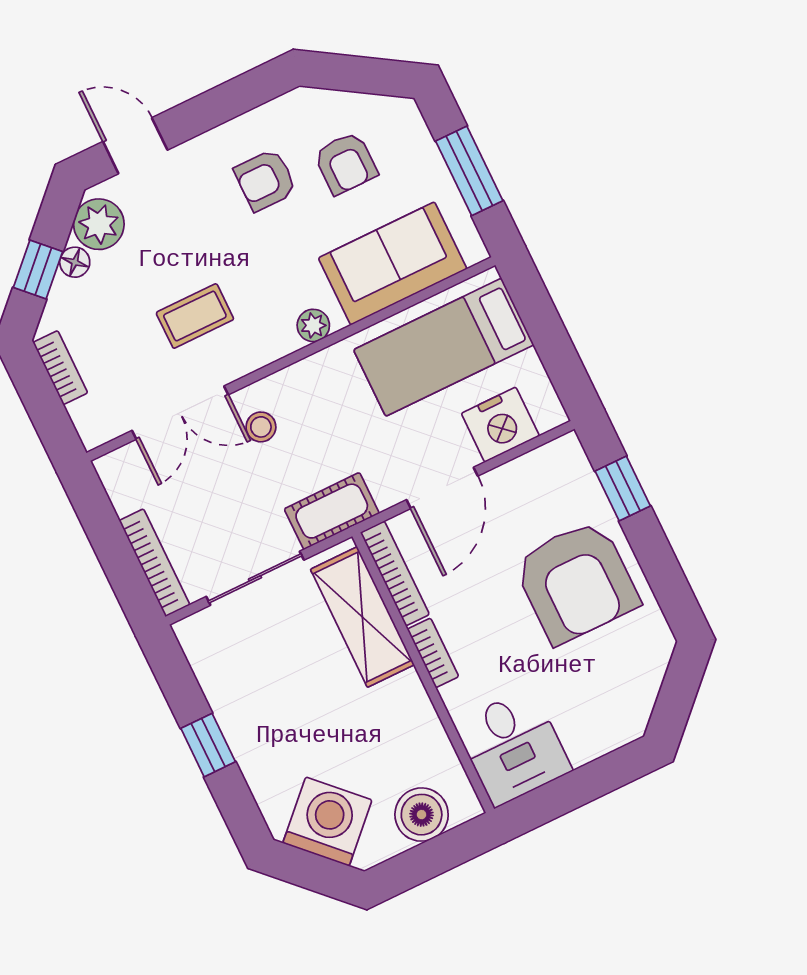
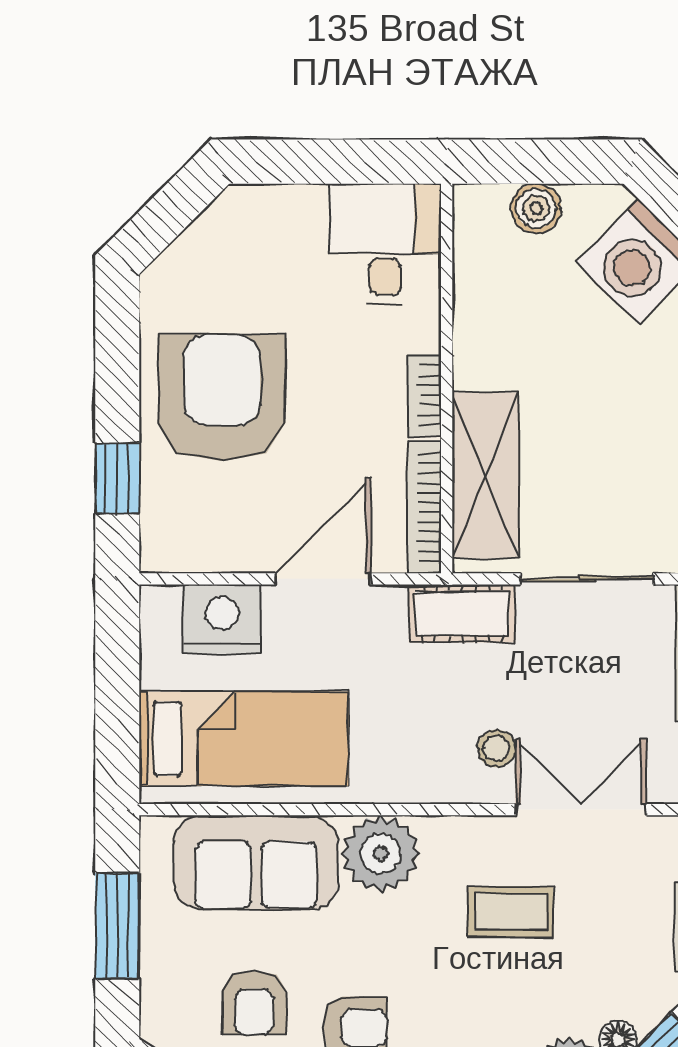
armchair: (346, 163) -> (254, 1003), turned 180
plant: (313, 325) -> (381, 853), width x1.88, depth x1.88
boiler: (422, 815) -> (536, 208), width x0.73, depth x0.73

